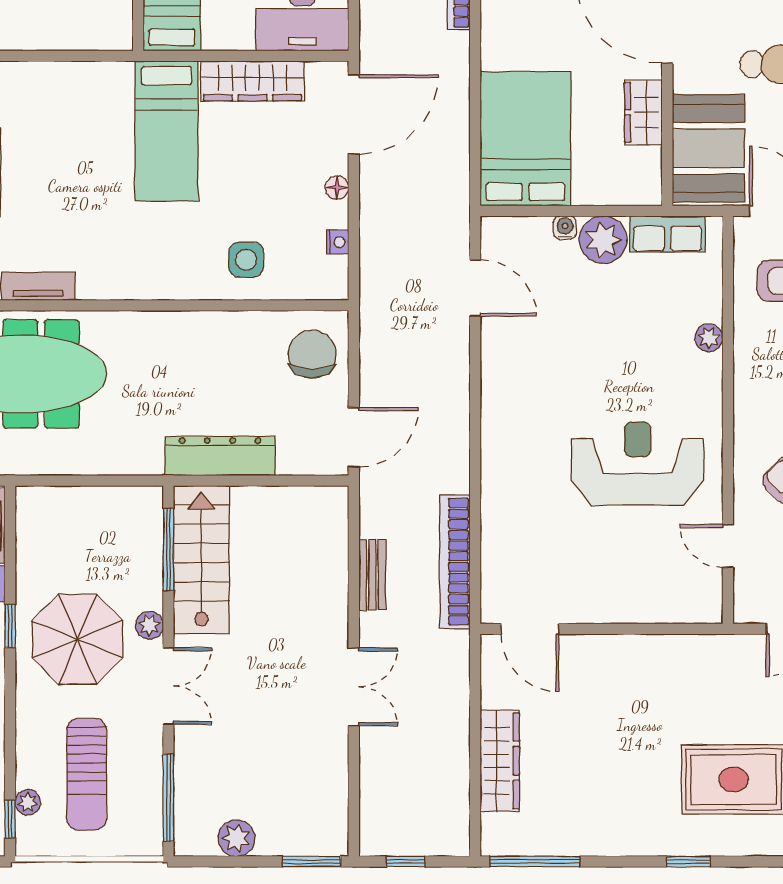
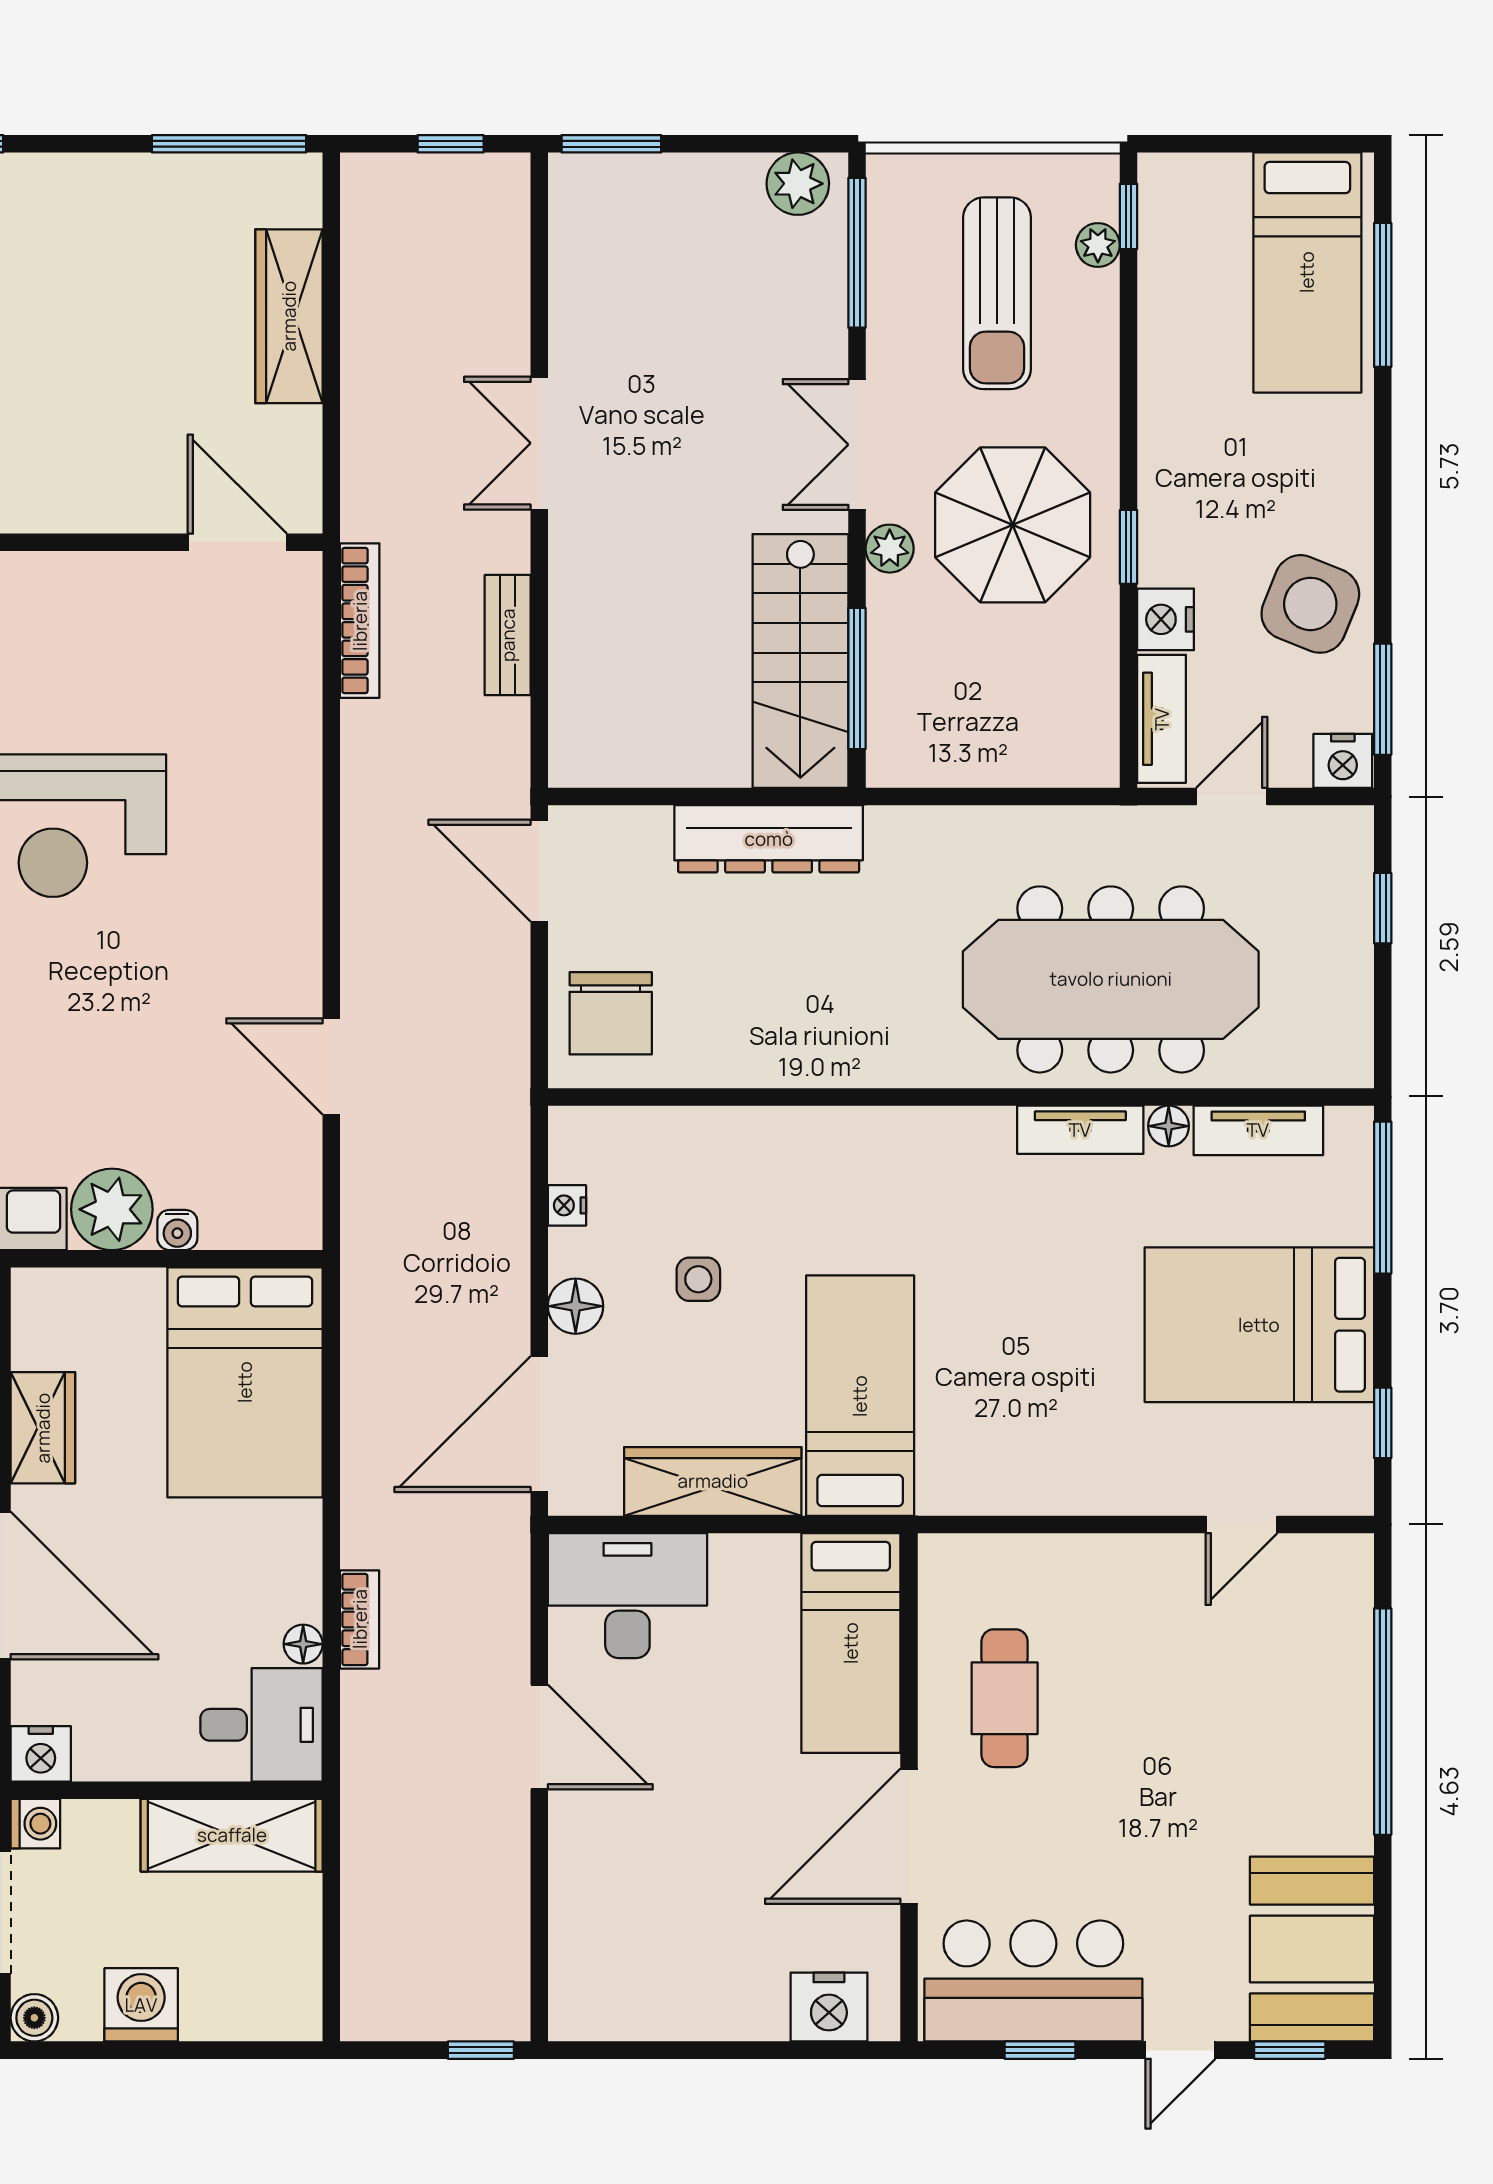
floor lamp: (337, 188) -> (576, 1306), width x1.37, depth x1.37
side table: (246, 260) -> (698, 1279), moved, width x0.73, depth x0.73
door: (475, 288) -> (331, 1066), moved
door: (354, 437) -> (539, 871), hinge flipped
bookcase: (455, 562) -> (360, 621), width x0.68, depth x0.76
sun lounger: (87, 774) -> (997, 293), turned 180
plant: (237, 838) -> (798, 184), moved

